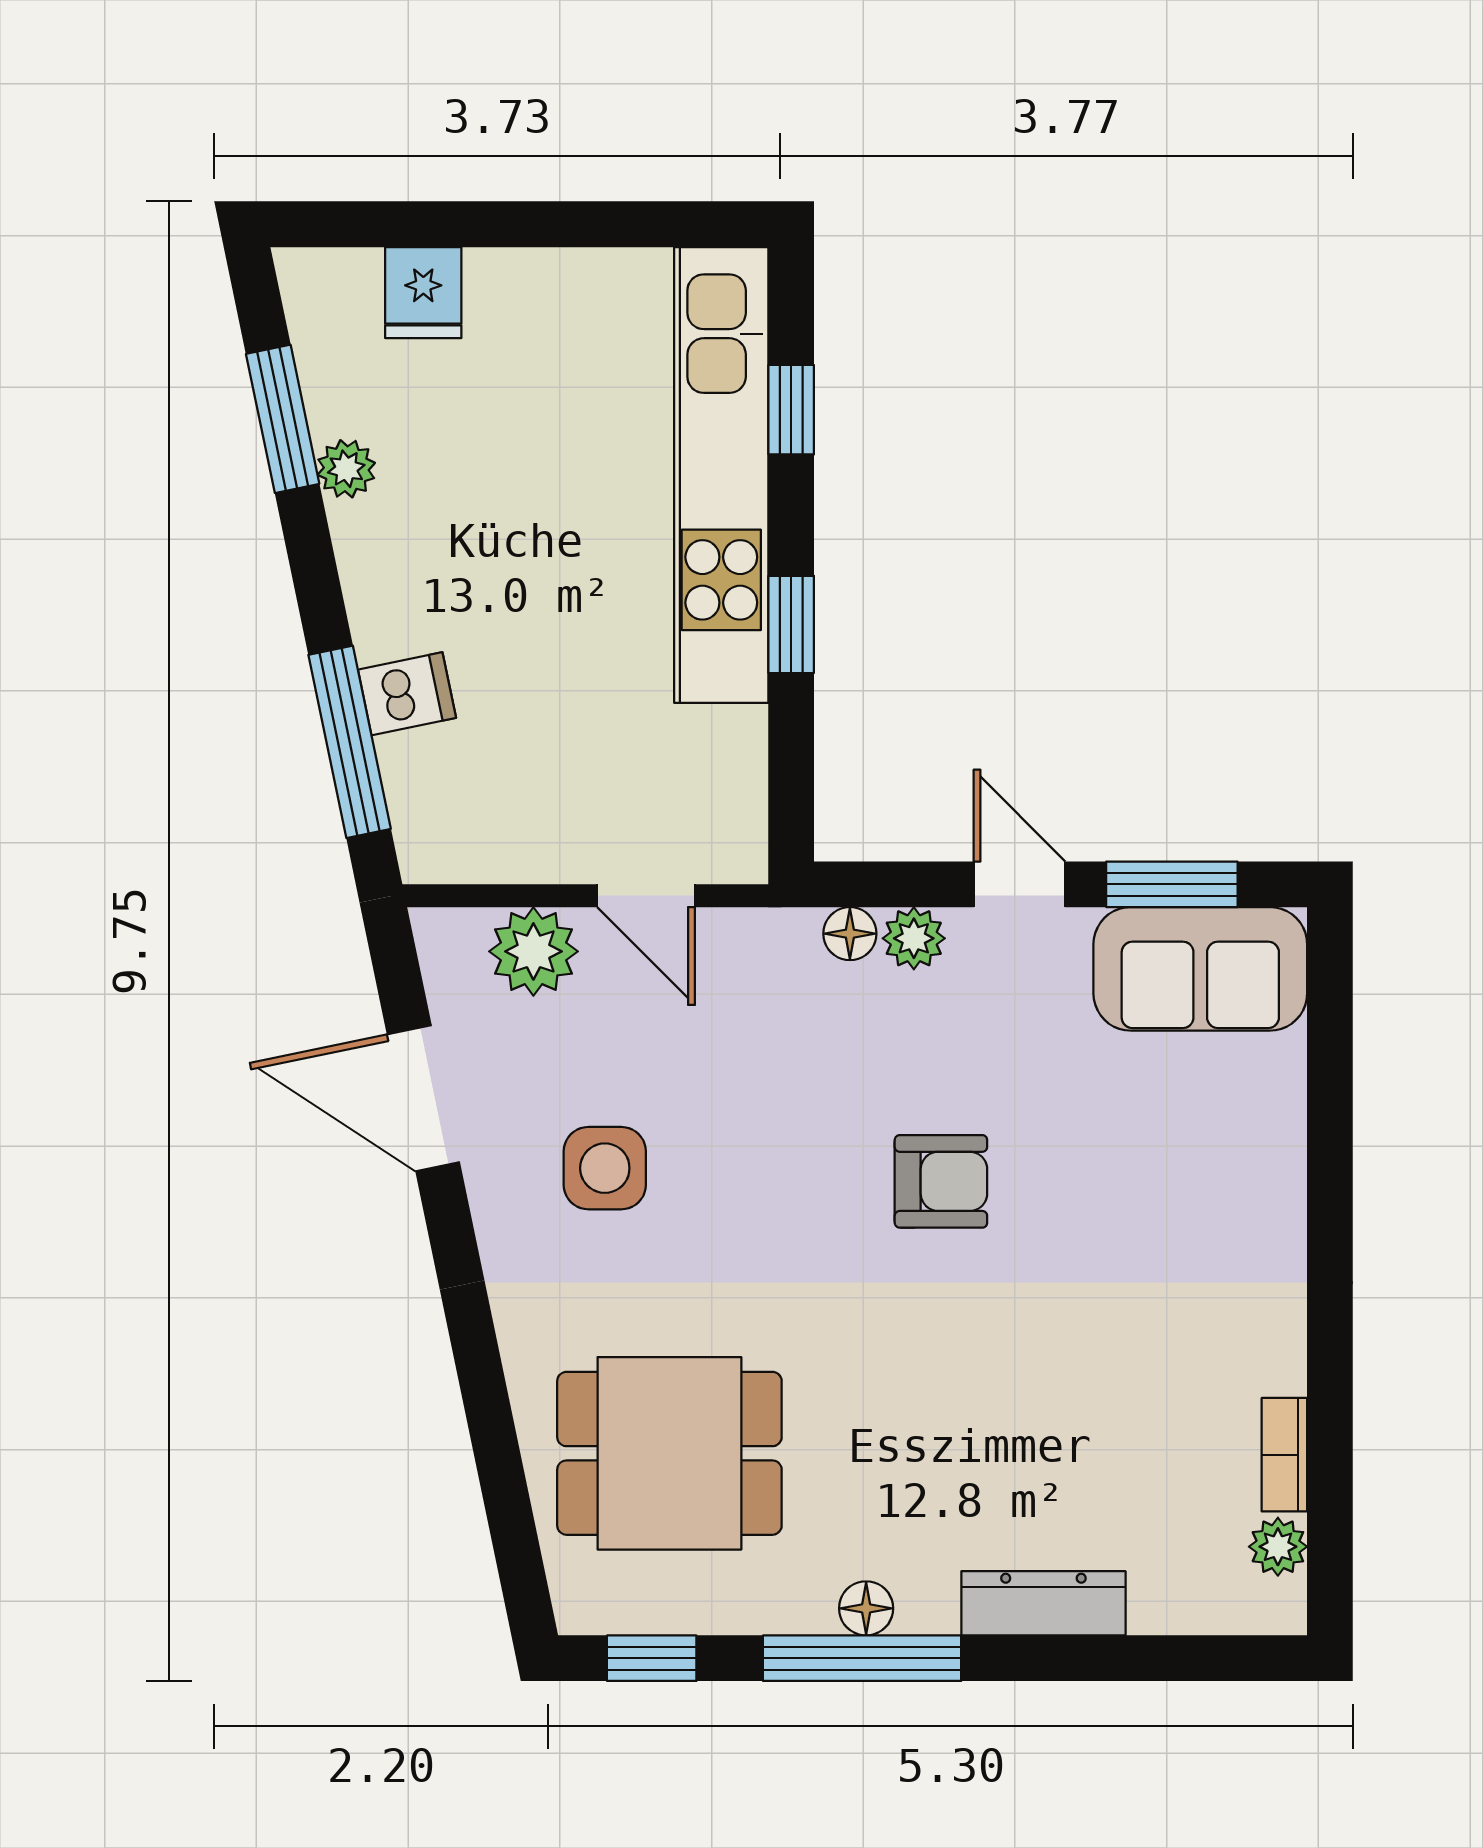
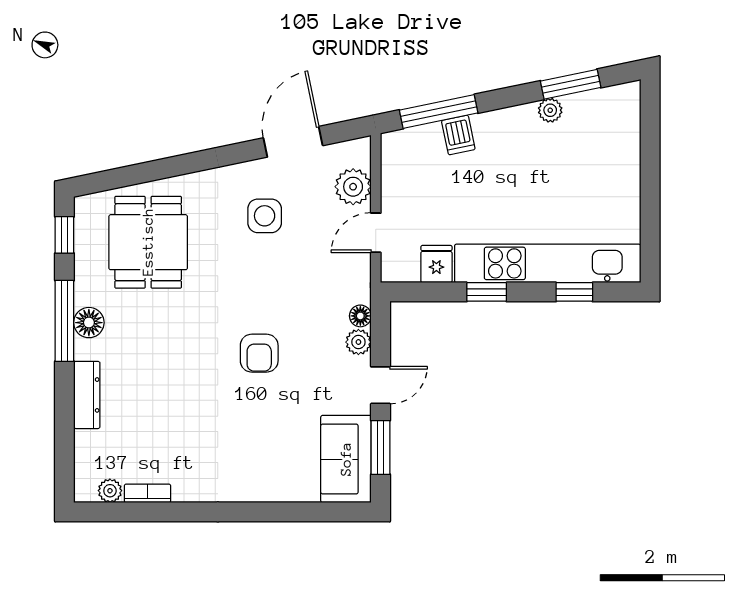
fridge: (423, 293) -> (436, 264), moved, turned 90
floor lamp: (866, 1608) -> (89, 323), width x1.37, depth x1.37

